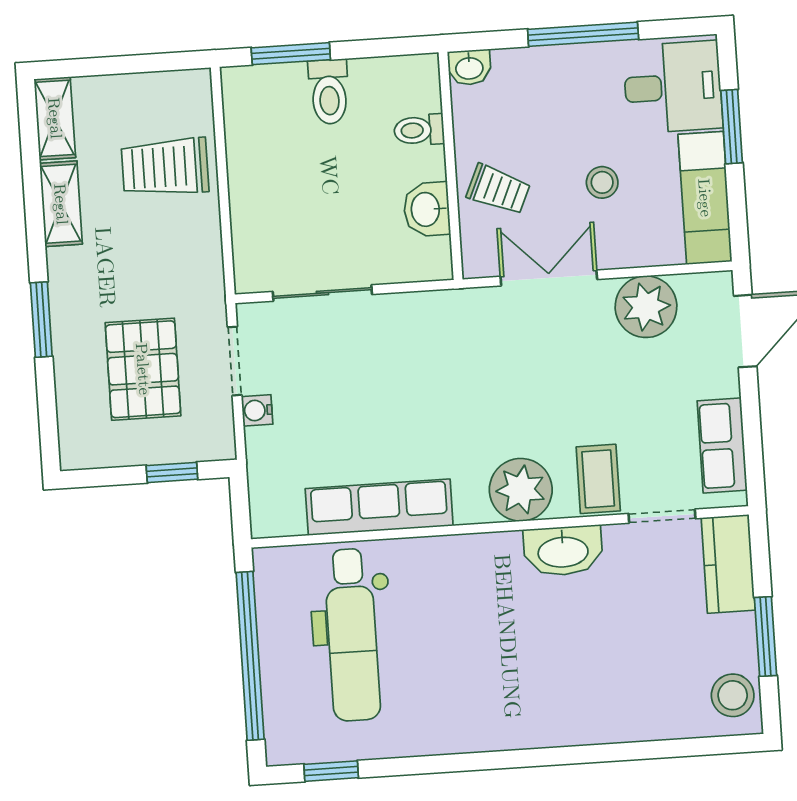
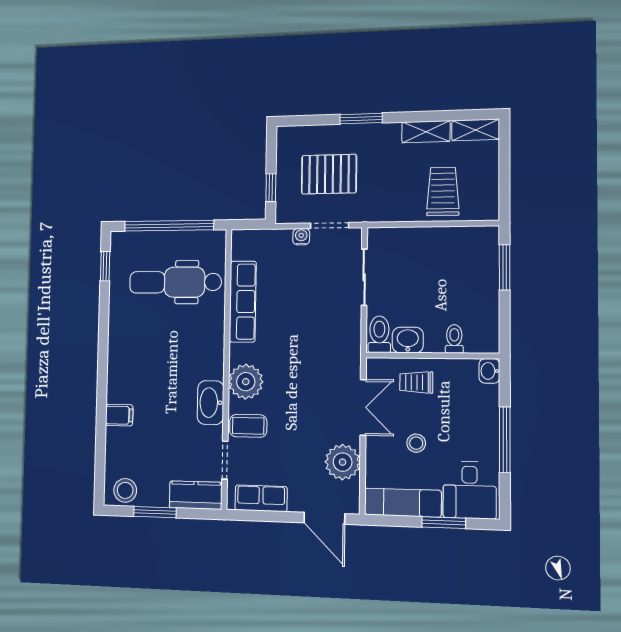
toilet: (329, 92) -> (379, 334), moved, turned 90
trolley: (498, 190) -> (416, 382), turned 66
filing cabinet: (600, 719) -> (119, 415), added

